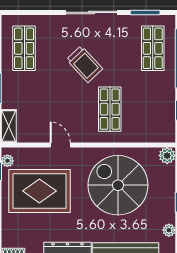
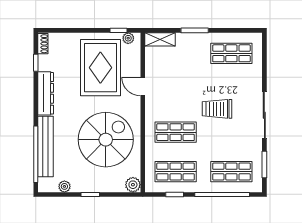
trolley: (84, 64) -> (217, 109), turned 43
shop shelf: (153, 109) -> (176, 172), added
door: (60, 145) -> (143, 87), swing flipped

